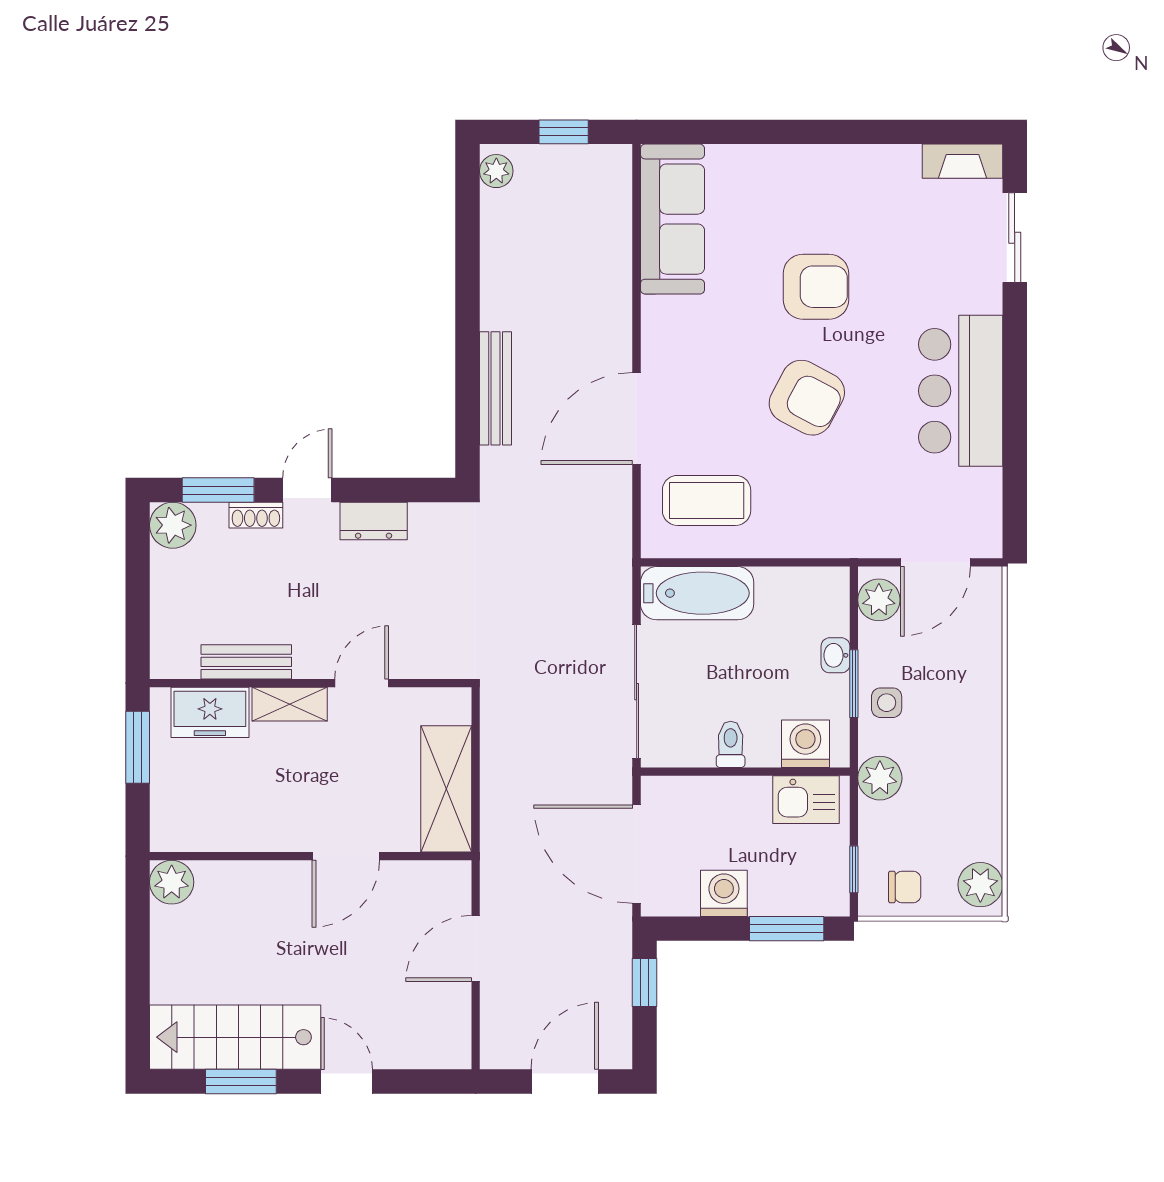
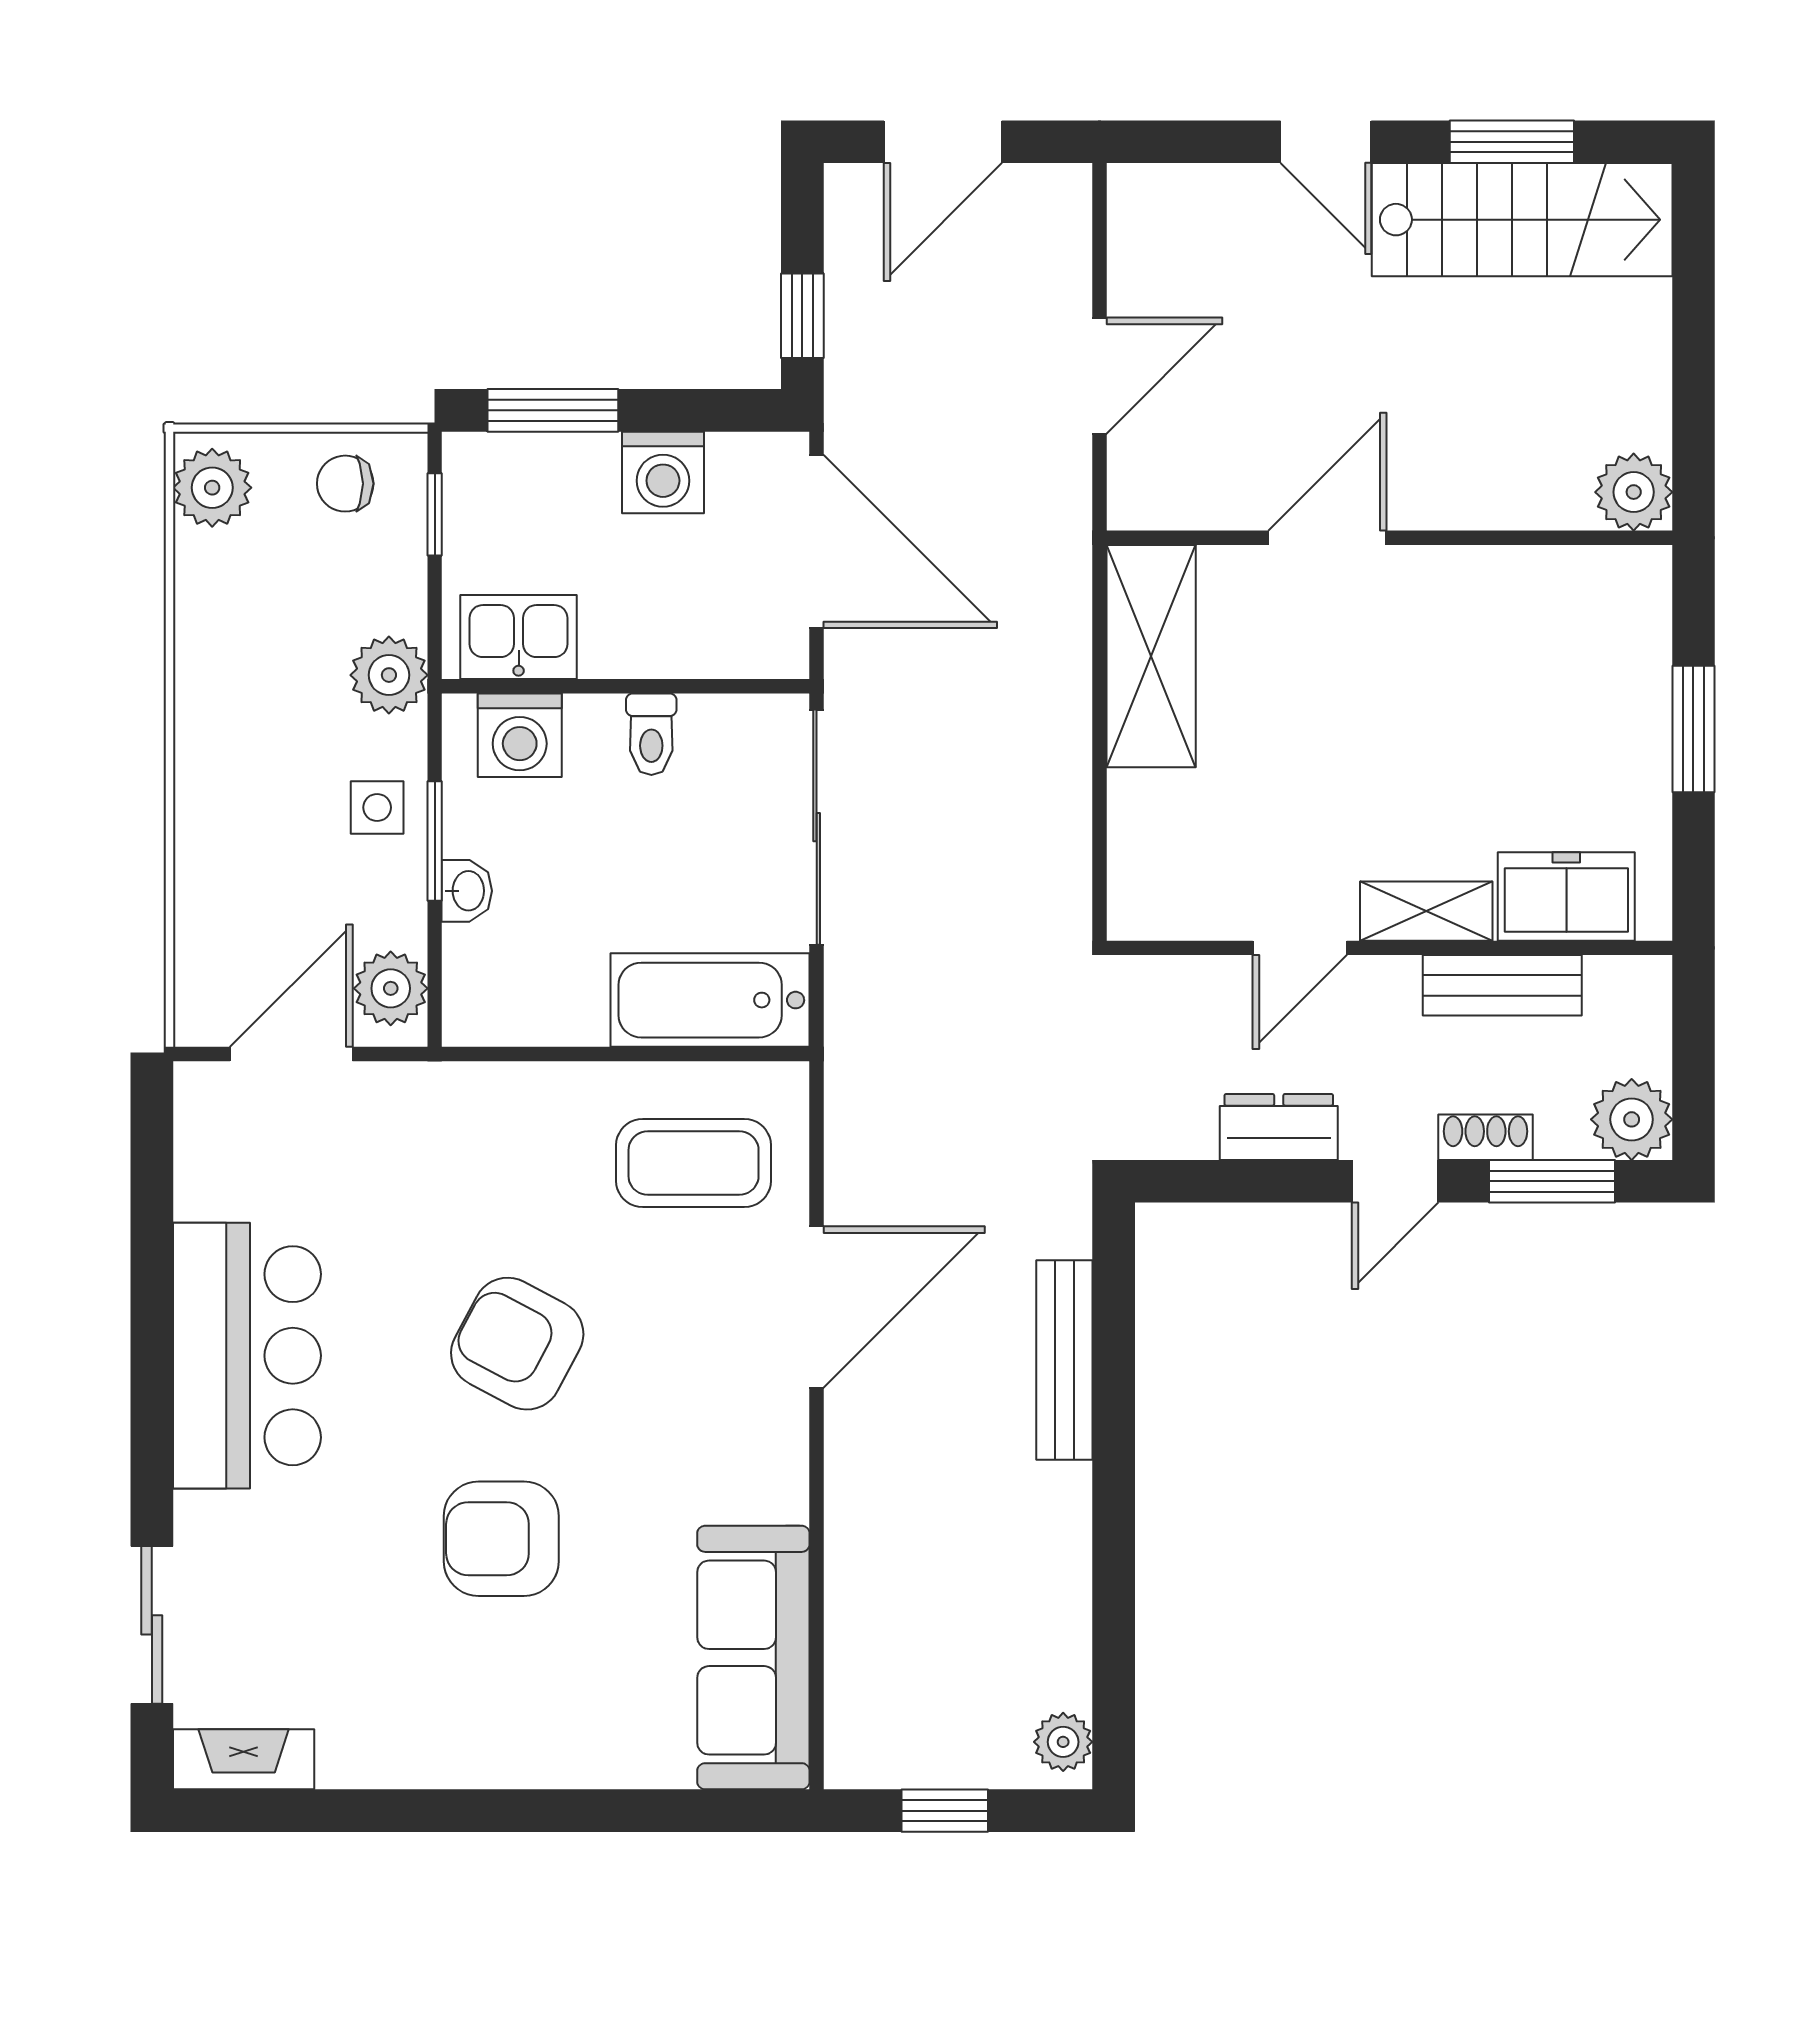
bench: (246, 662) -> (1502, 985), moved
wall: (311, 683) -> (1389, 948), moved
door: (362, 683) -> (1300, 948), moved
shelving: (290, 704) -> (1426, 911), moved
freezer: (210, 712) -> (1566, 896), moved

